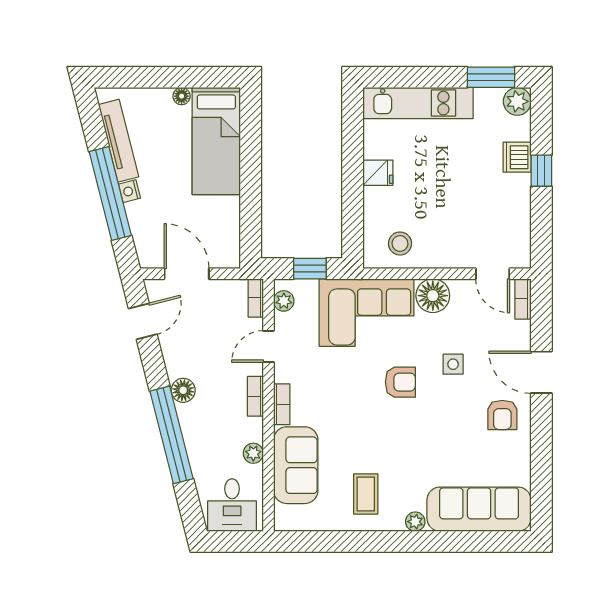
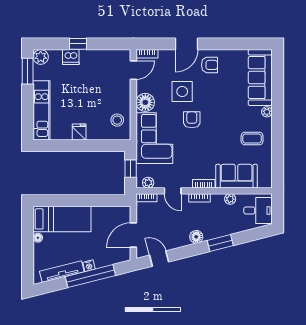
side table: (453, 364) -> (182, 91), width x1.87, depth x1.87
window: (172, 435) -> (220, 243), width x0.47

